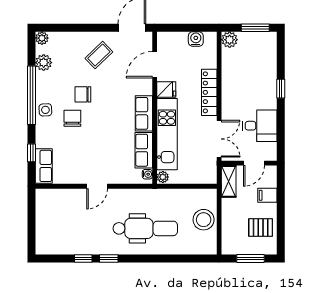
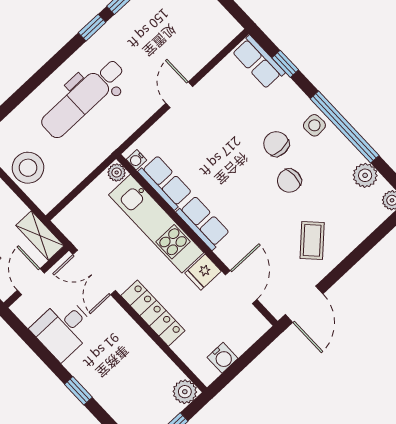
chair: (83, 94) -> (289, 181), turned 180
chair: (72, 118) -> (276, 144), turned 180

